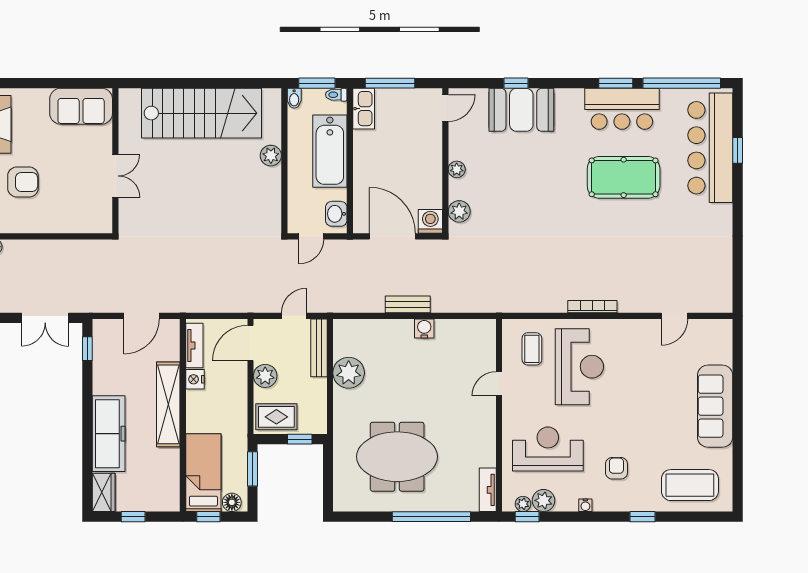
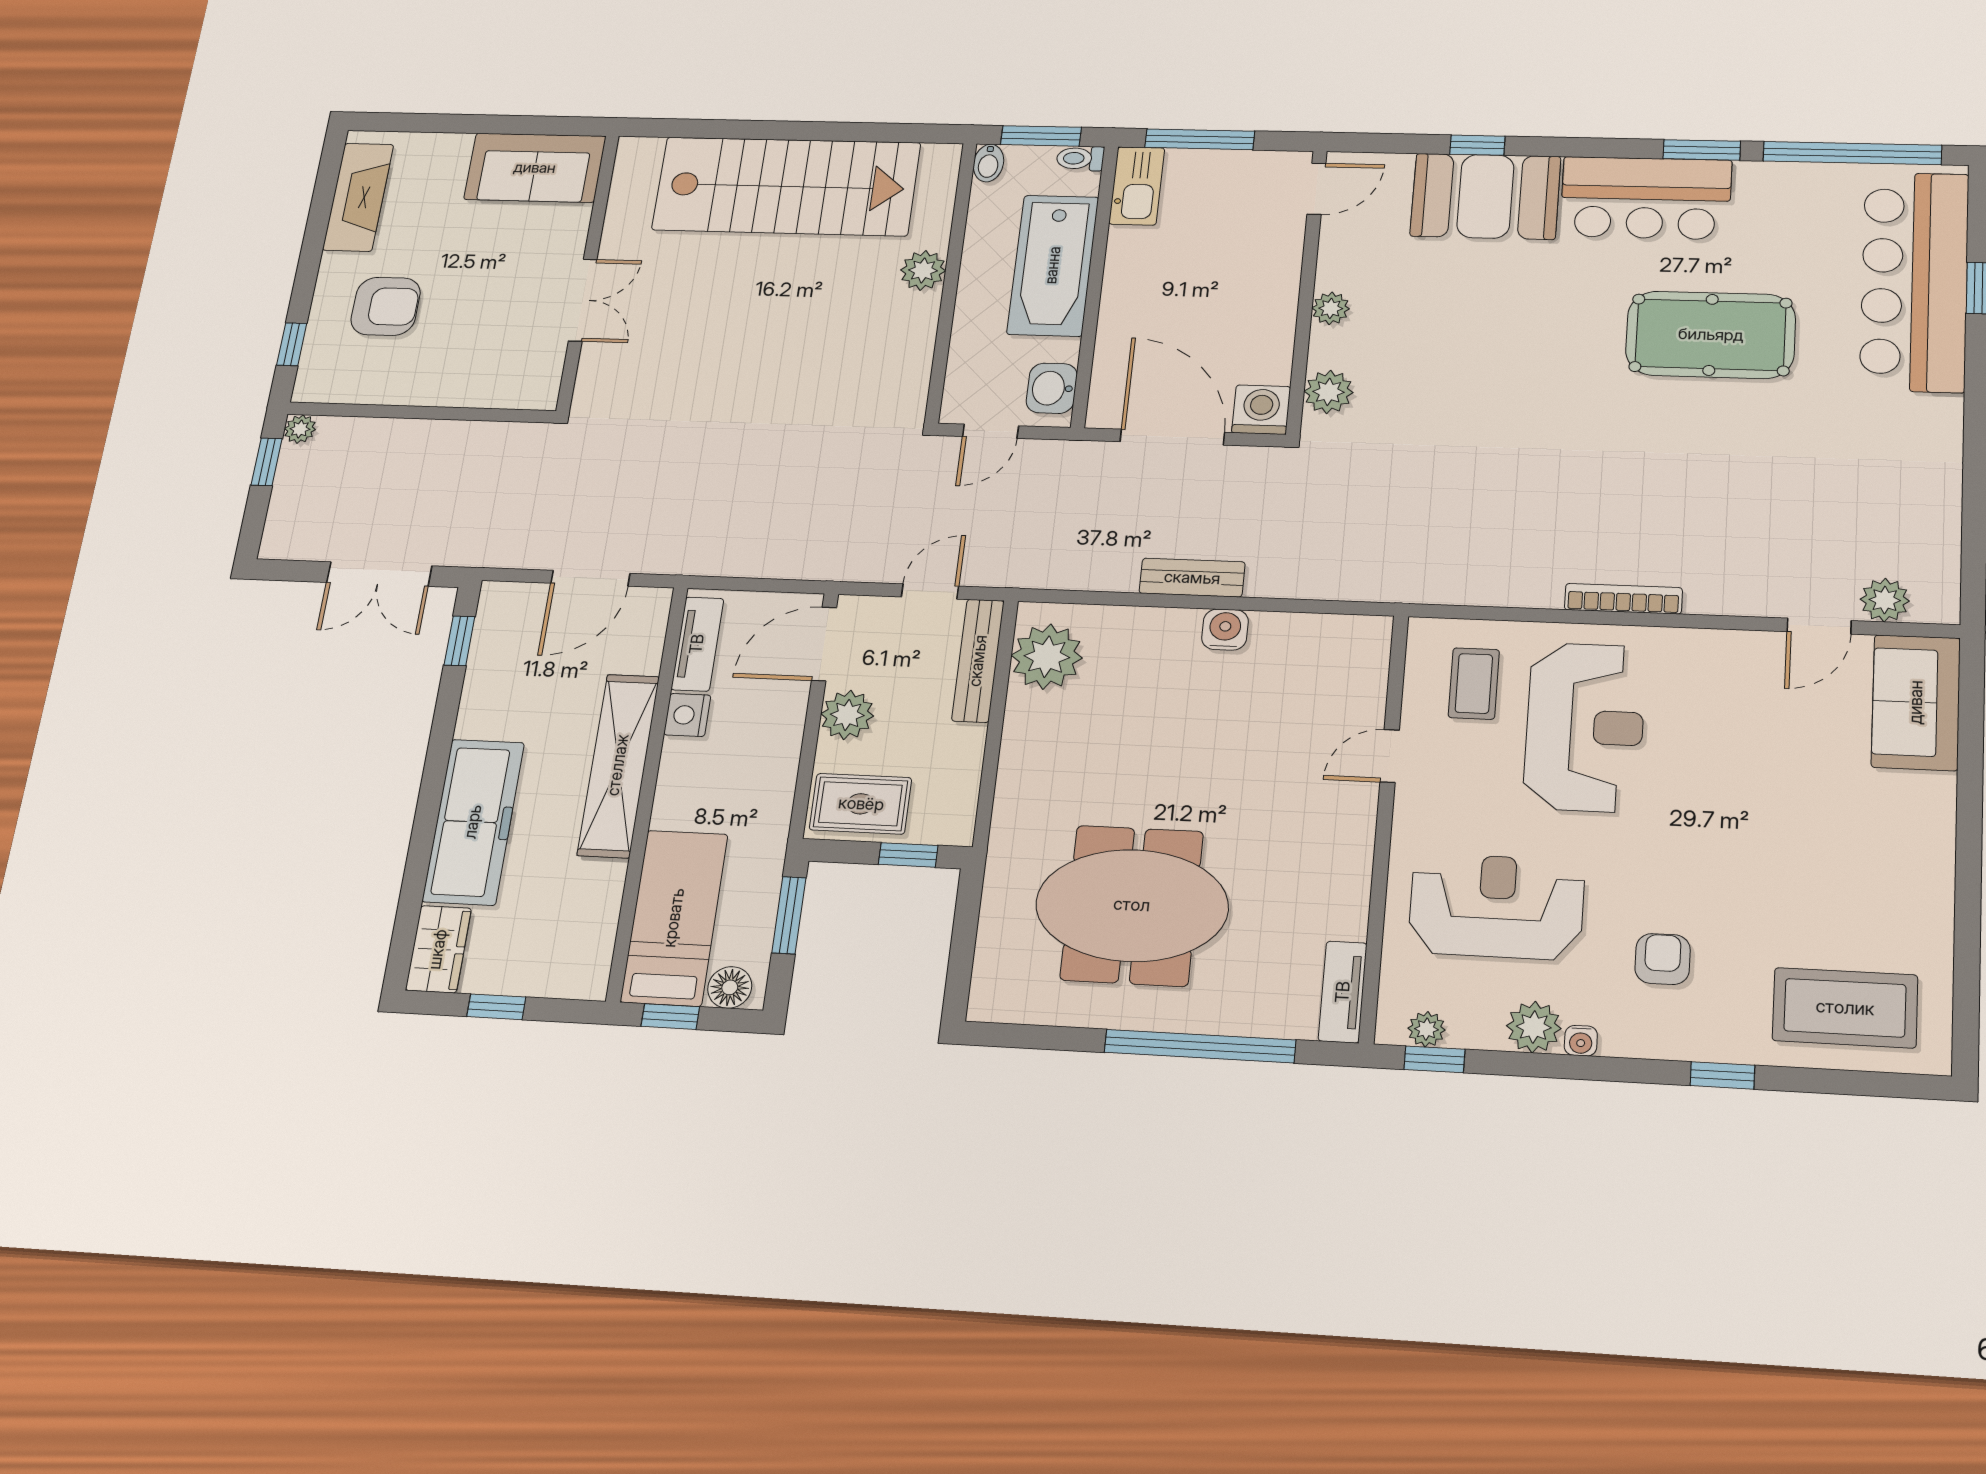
bar counter: (622, 109) -> (1646, 198), moved
plant: (701, 303) -> (1885, 600), added
plant: (349, 373) -> (1047, 657), moved
sofa: (715, 406) -> (1916, 702), moved, width x0.73
plant: (543, 500) -> (1534, 1027), moved

